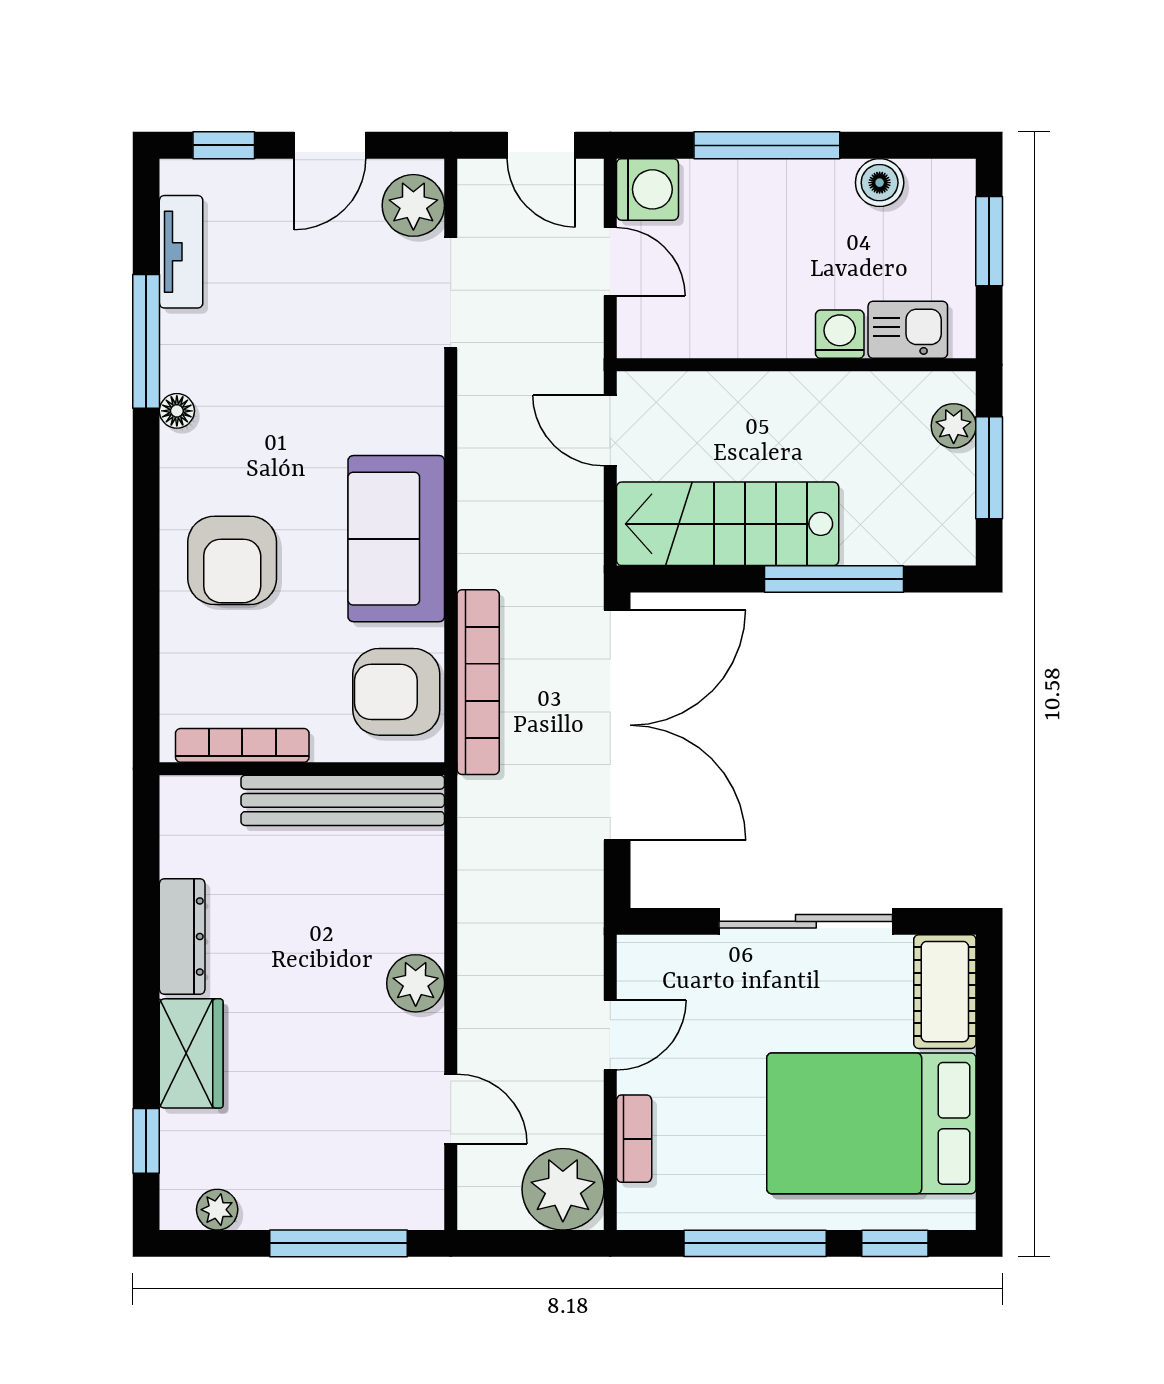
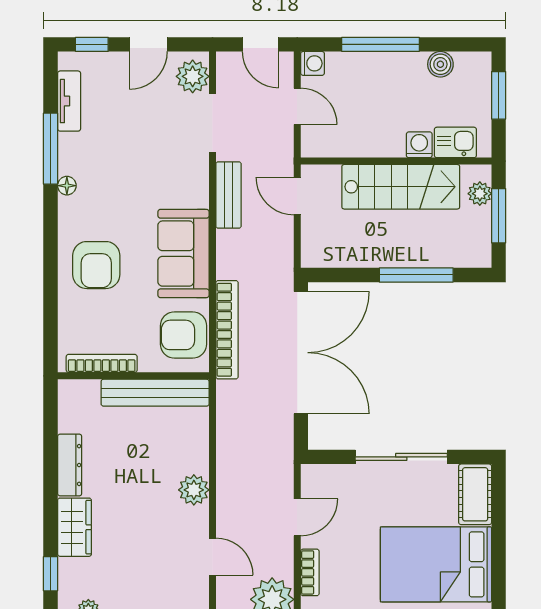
washing machine: (647, 189) -> (313, 63), width x0.73, depth x0.73
bench: (481, 429) -> (229, 195), added
stairs: (728, 524) -> (401, 187), moved, turned 180

